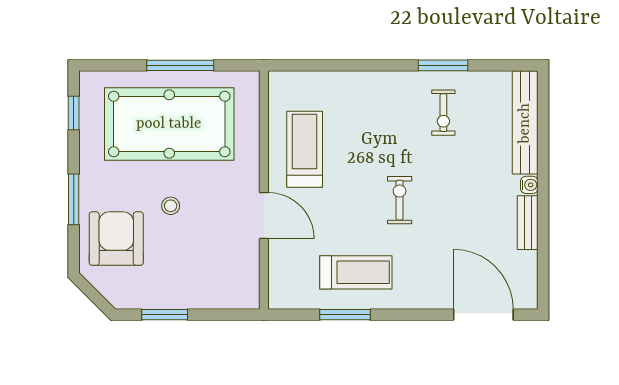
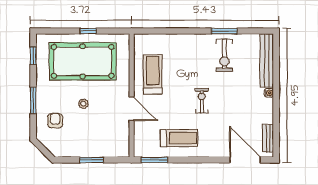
window: (180, 65) -> (88, 31), width x0.46
exercise bike: (443, 113) -> (224, 55), width x1.38, depth x1.39
bench: (528, 223) -> (268, 138), moved
armchair: (116, 239) -> (55, 121), width x0.53, depth x0.53
window: (165, 315) -> (92, 160), moved
window: (345, 315) -> (154, 160), moved

